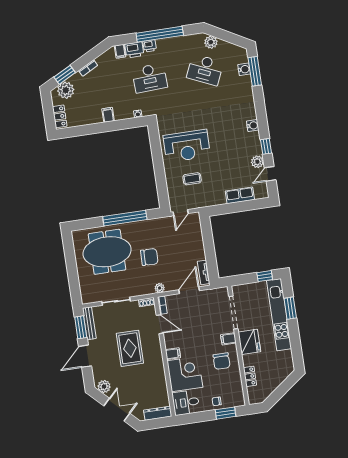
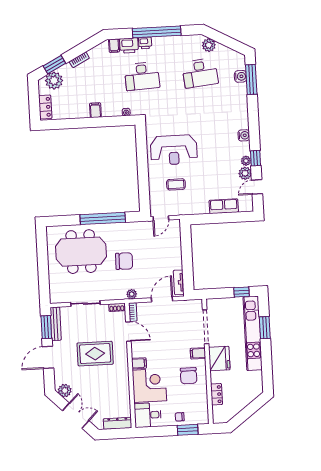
desk: (205, 70) -> (200, 73), turned -30
plant: (257, 150) -> (246, 161), added
rug: (130, 348) -> (95, 354), turned 90

